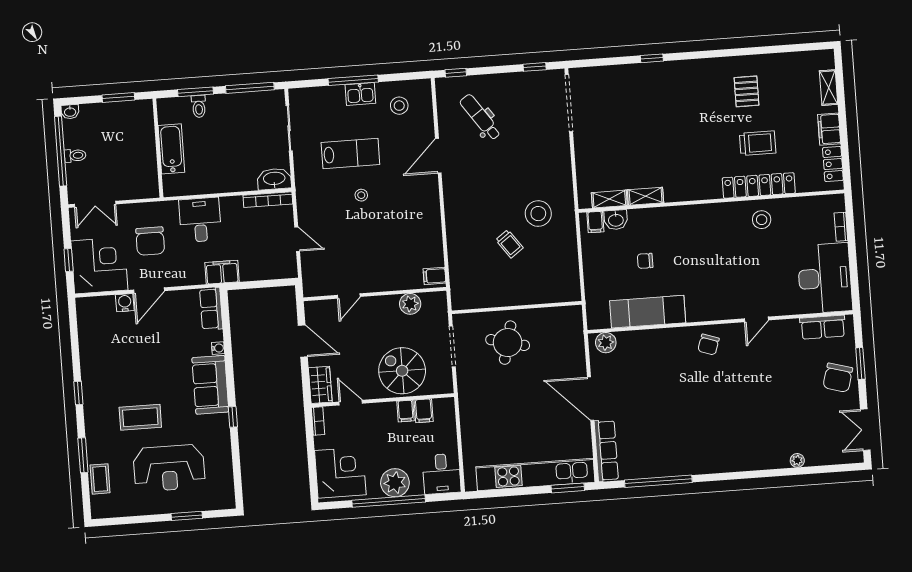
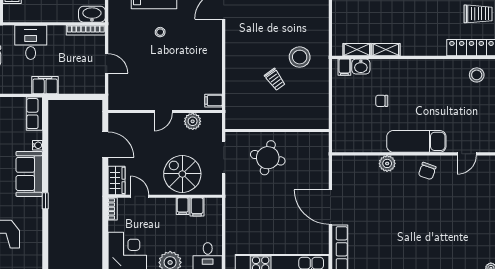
door: (349, 296) -> (163, 111), moved
exam couch: (648, 312) -> (416, 141), moved
plant: (606, 343) -> (387, 163), moved

